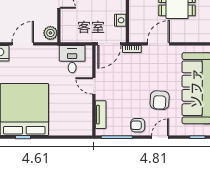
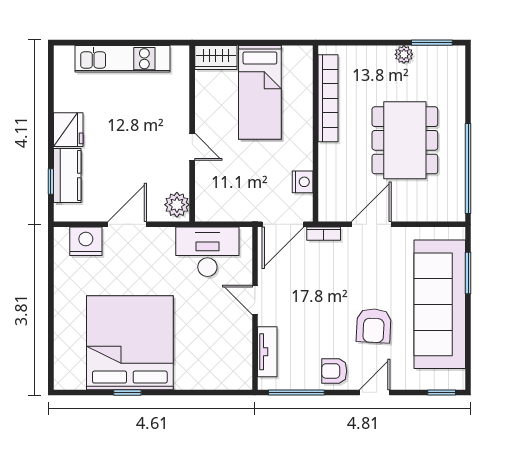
desk: (72, 59) -> (207, 252), width x1.37

